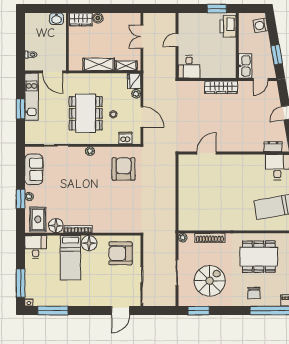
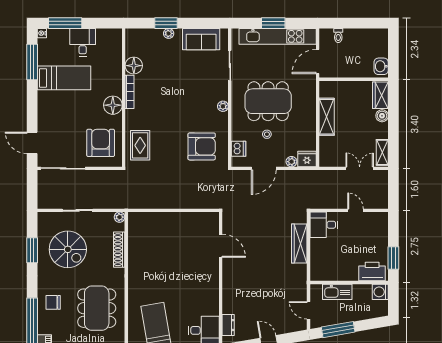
washing machine: (261, 25) -> (380, 292), moved, turned -80
window: (277, 55) -> (338, 330), width x1.44
shelving: (126, 66) -> (382, 152), moved
kitchen sink: (245, 66) -> (337, 292), moved
wardrobe: (221, 87) -> (299, 244), moved
kitchen unit: (32, 97) -> (278, 36), width x1.36
rug: (38, 219) -> (140, 145), moved, turned 90
desk: (36, 247) -> (83, 42), moved, turned -90
bed: (70, 258) -> (64, 78), moved, turned 180
window: (199, 311) -> (32, 250), moved

